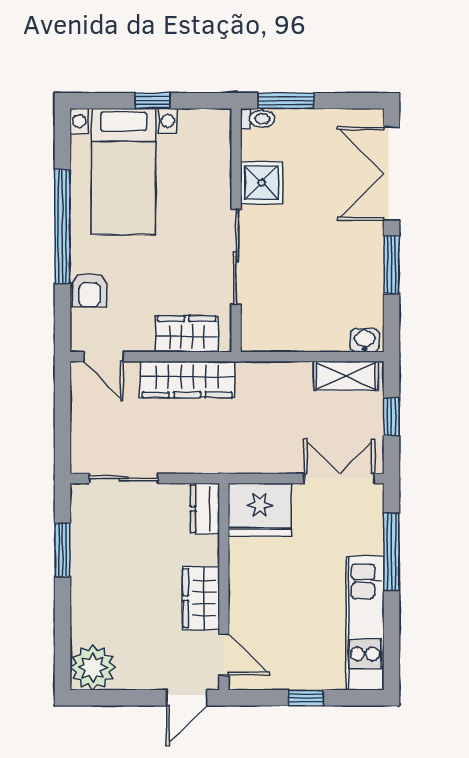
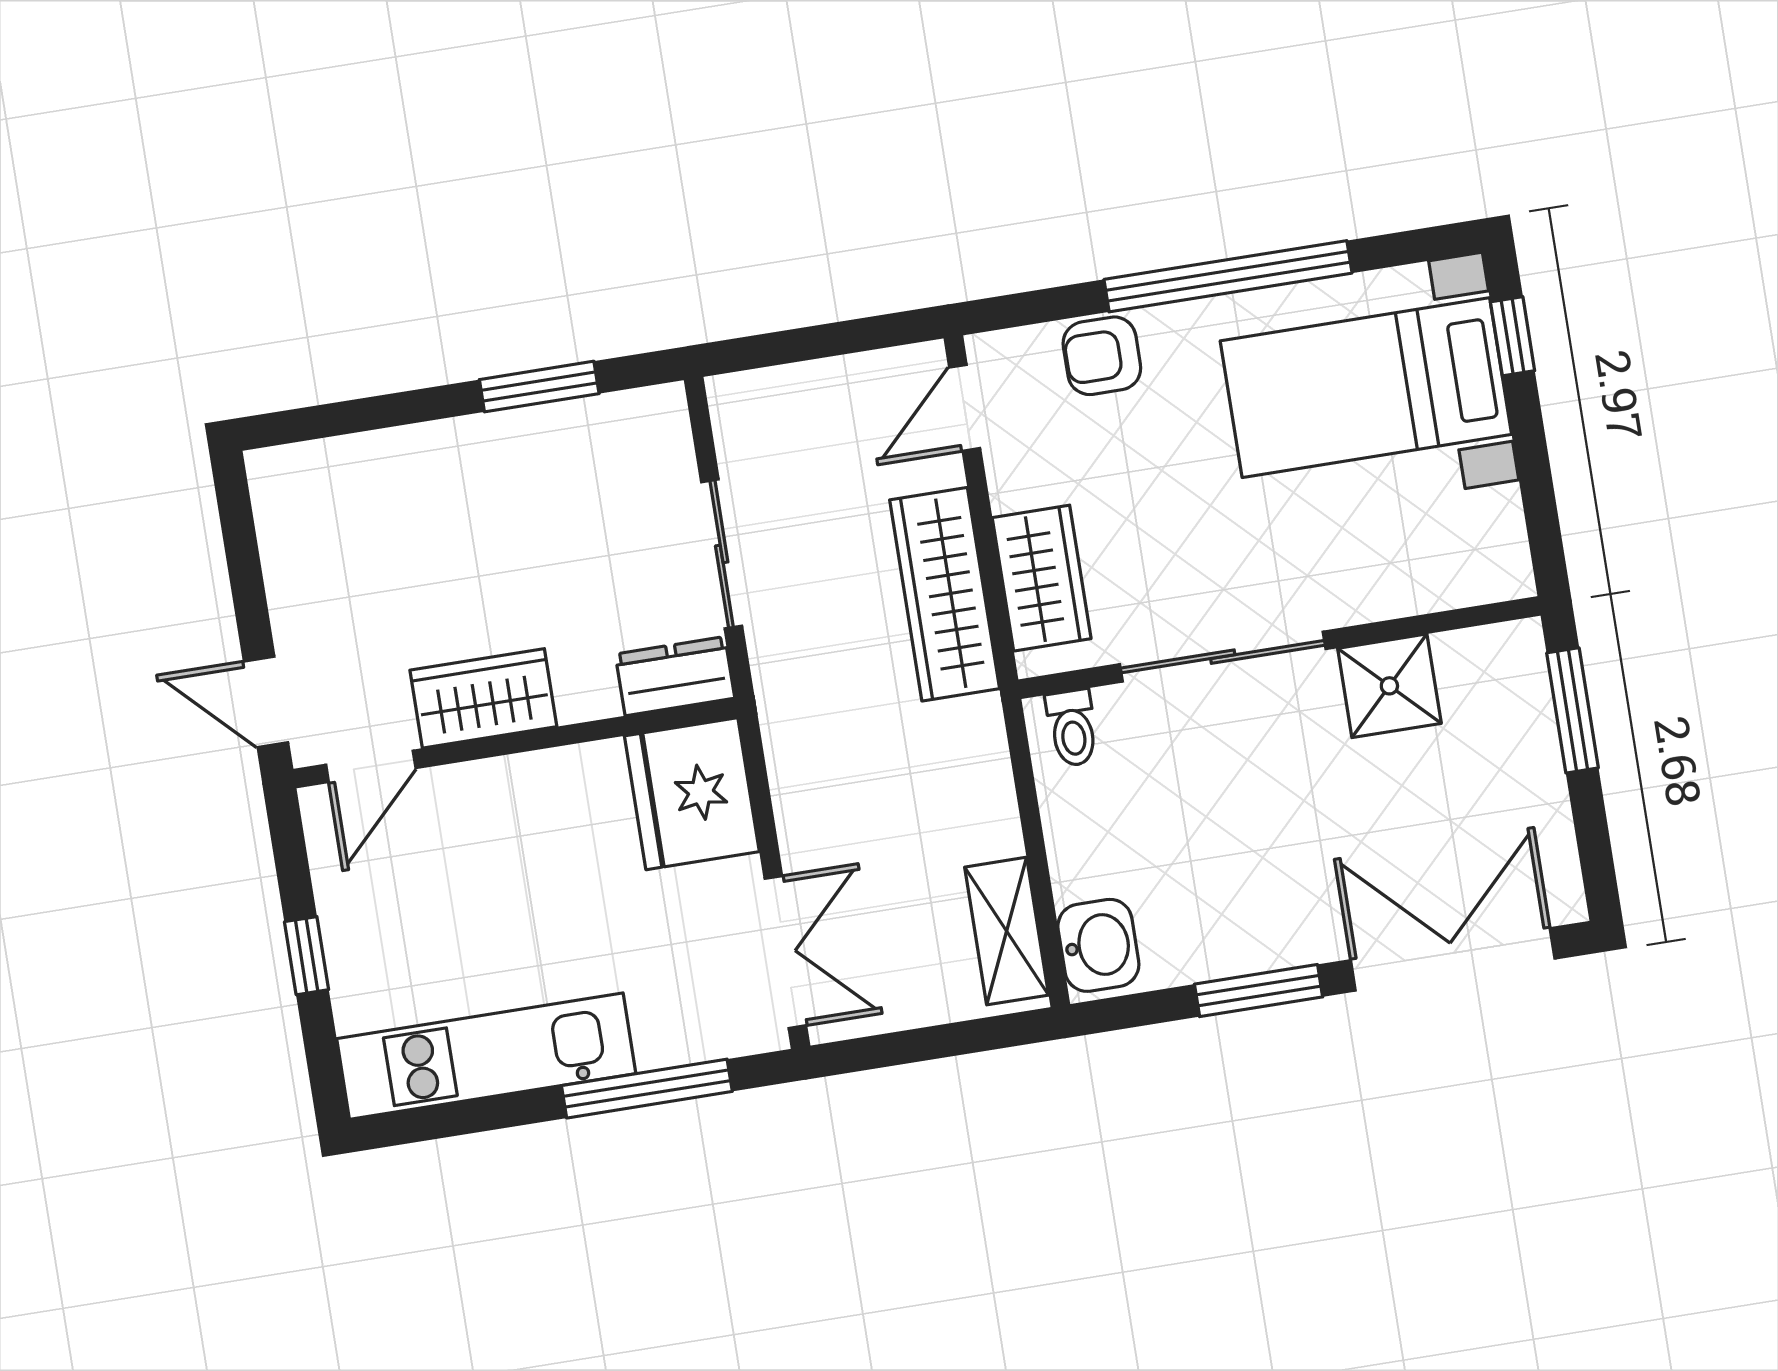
window: (153, 101) -> (1513, 336), moved
toilet: (258, 119) -> (1072, 728), moved
washbasin: (365, 340) -> (1098, 945), width x1.38, depth x1.45
window: (391, 417) -> (934, 1042), removed
sliding door: (124, 478) -> (722, 554), moved
plant: (93, 667) -> (298, 491), removed

